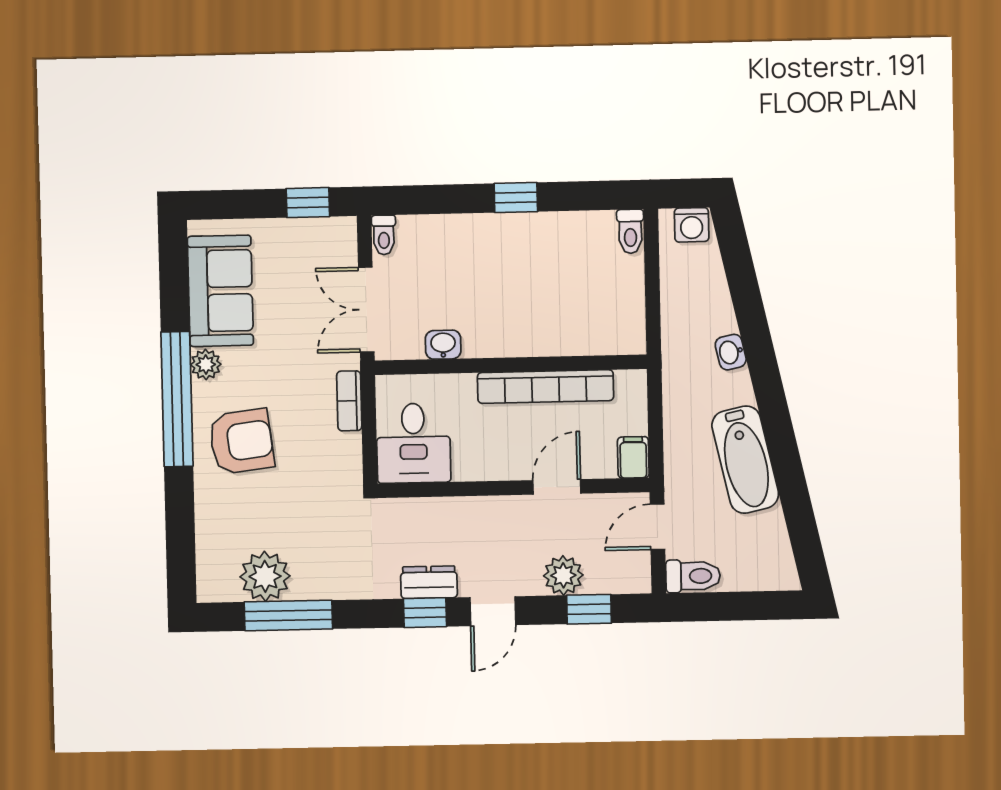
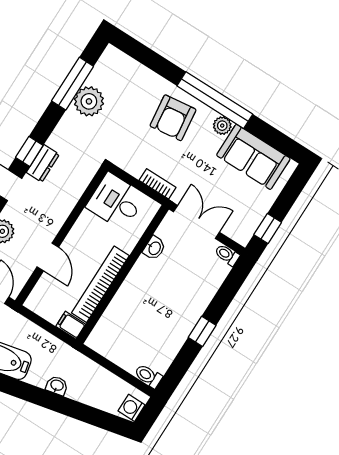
filing cabinet: (633, 457) -> (71, 325), moved, turned 180
plant: (265, 576) -> (89, 101), moved

